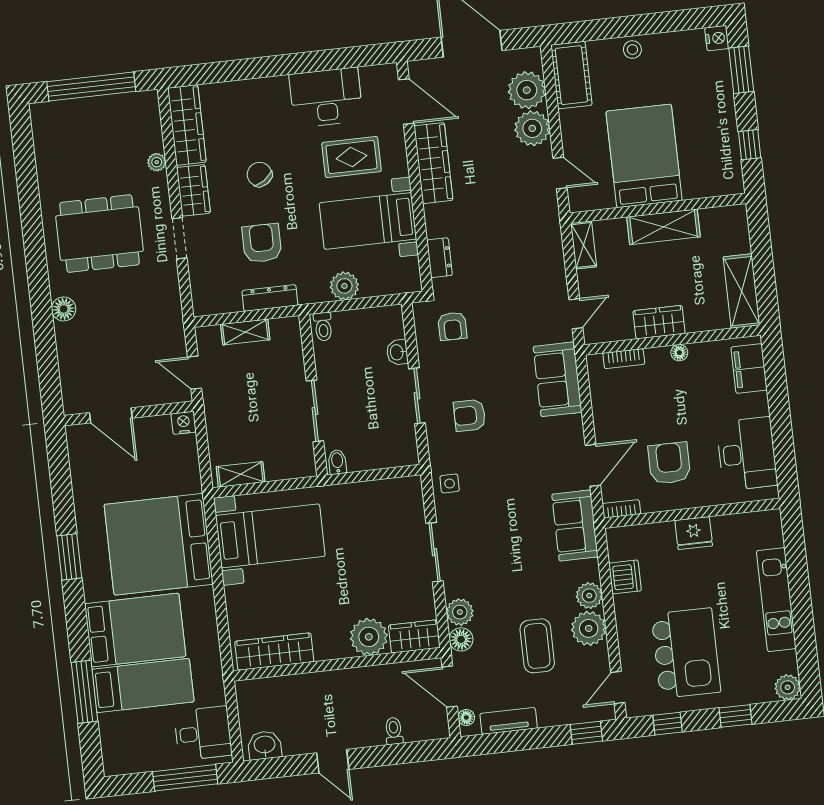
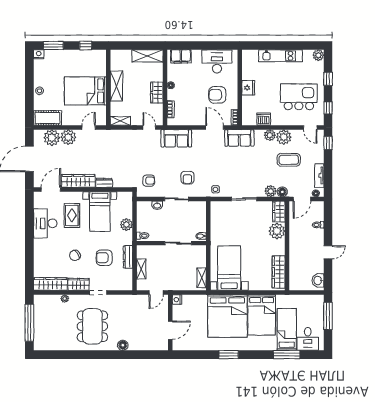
dresser: (439, 258) -> (104, 183), moved
bed: (135, 630) -> (262, 315), moved, turned 180
desk: (203, 733) -> (308, 339), moved, turned 180

